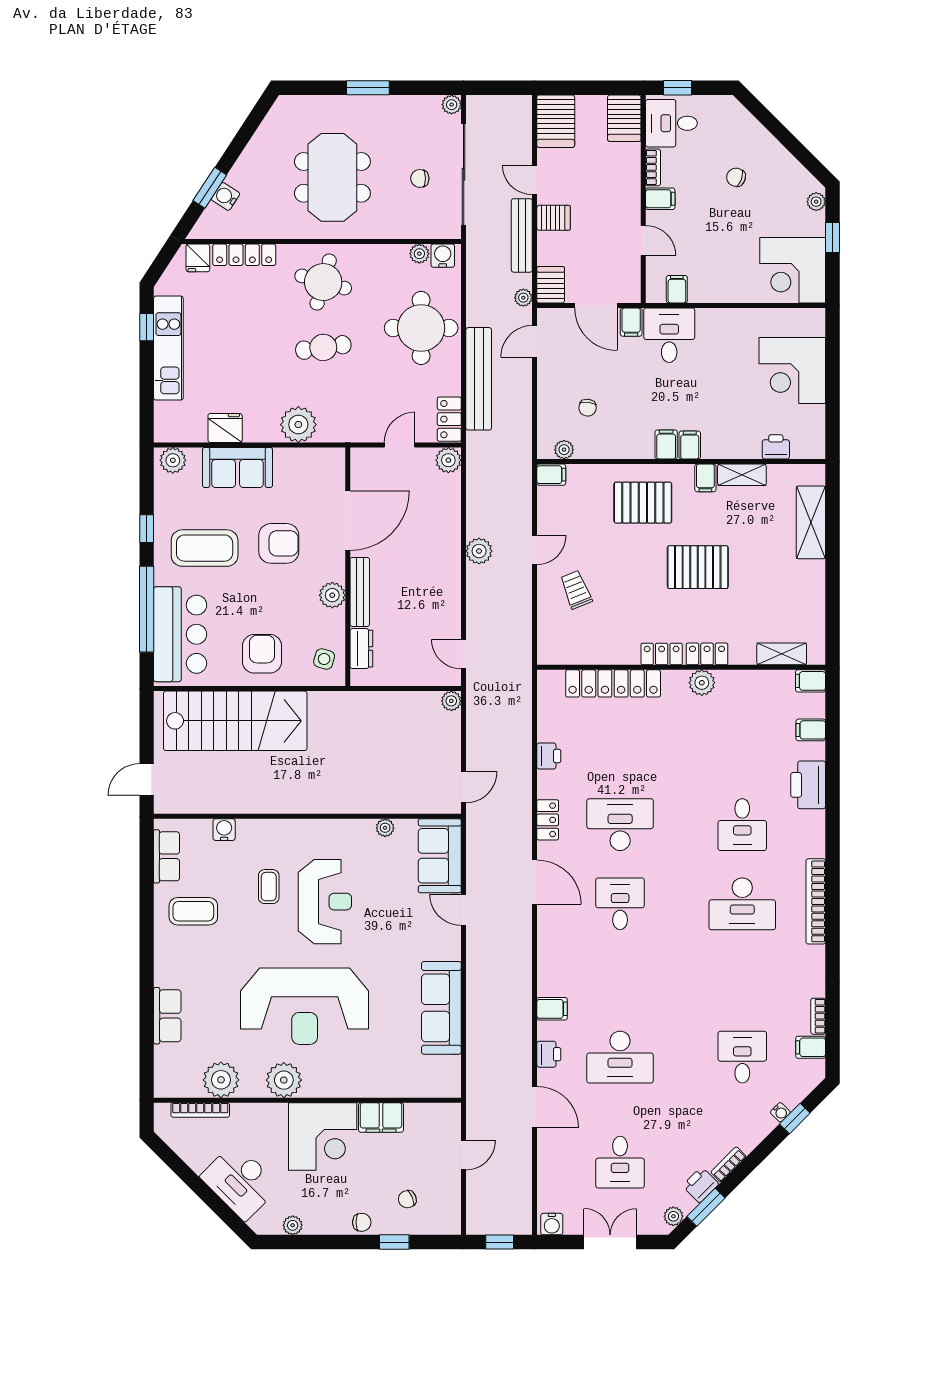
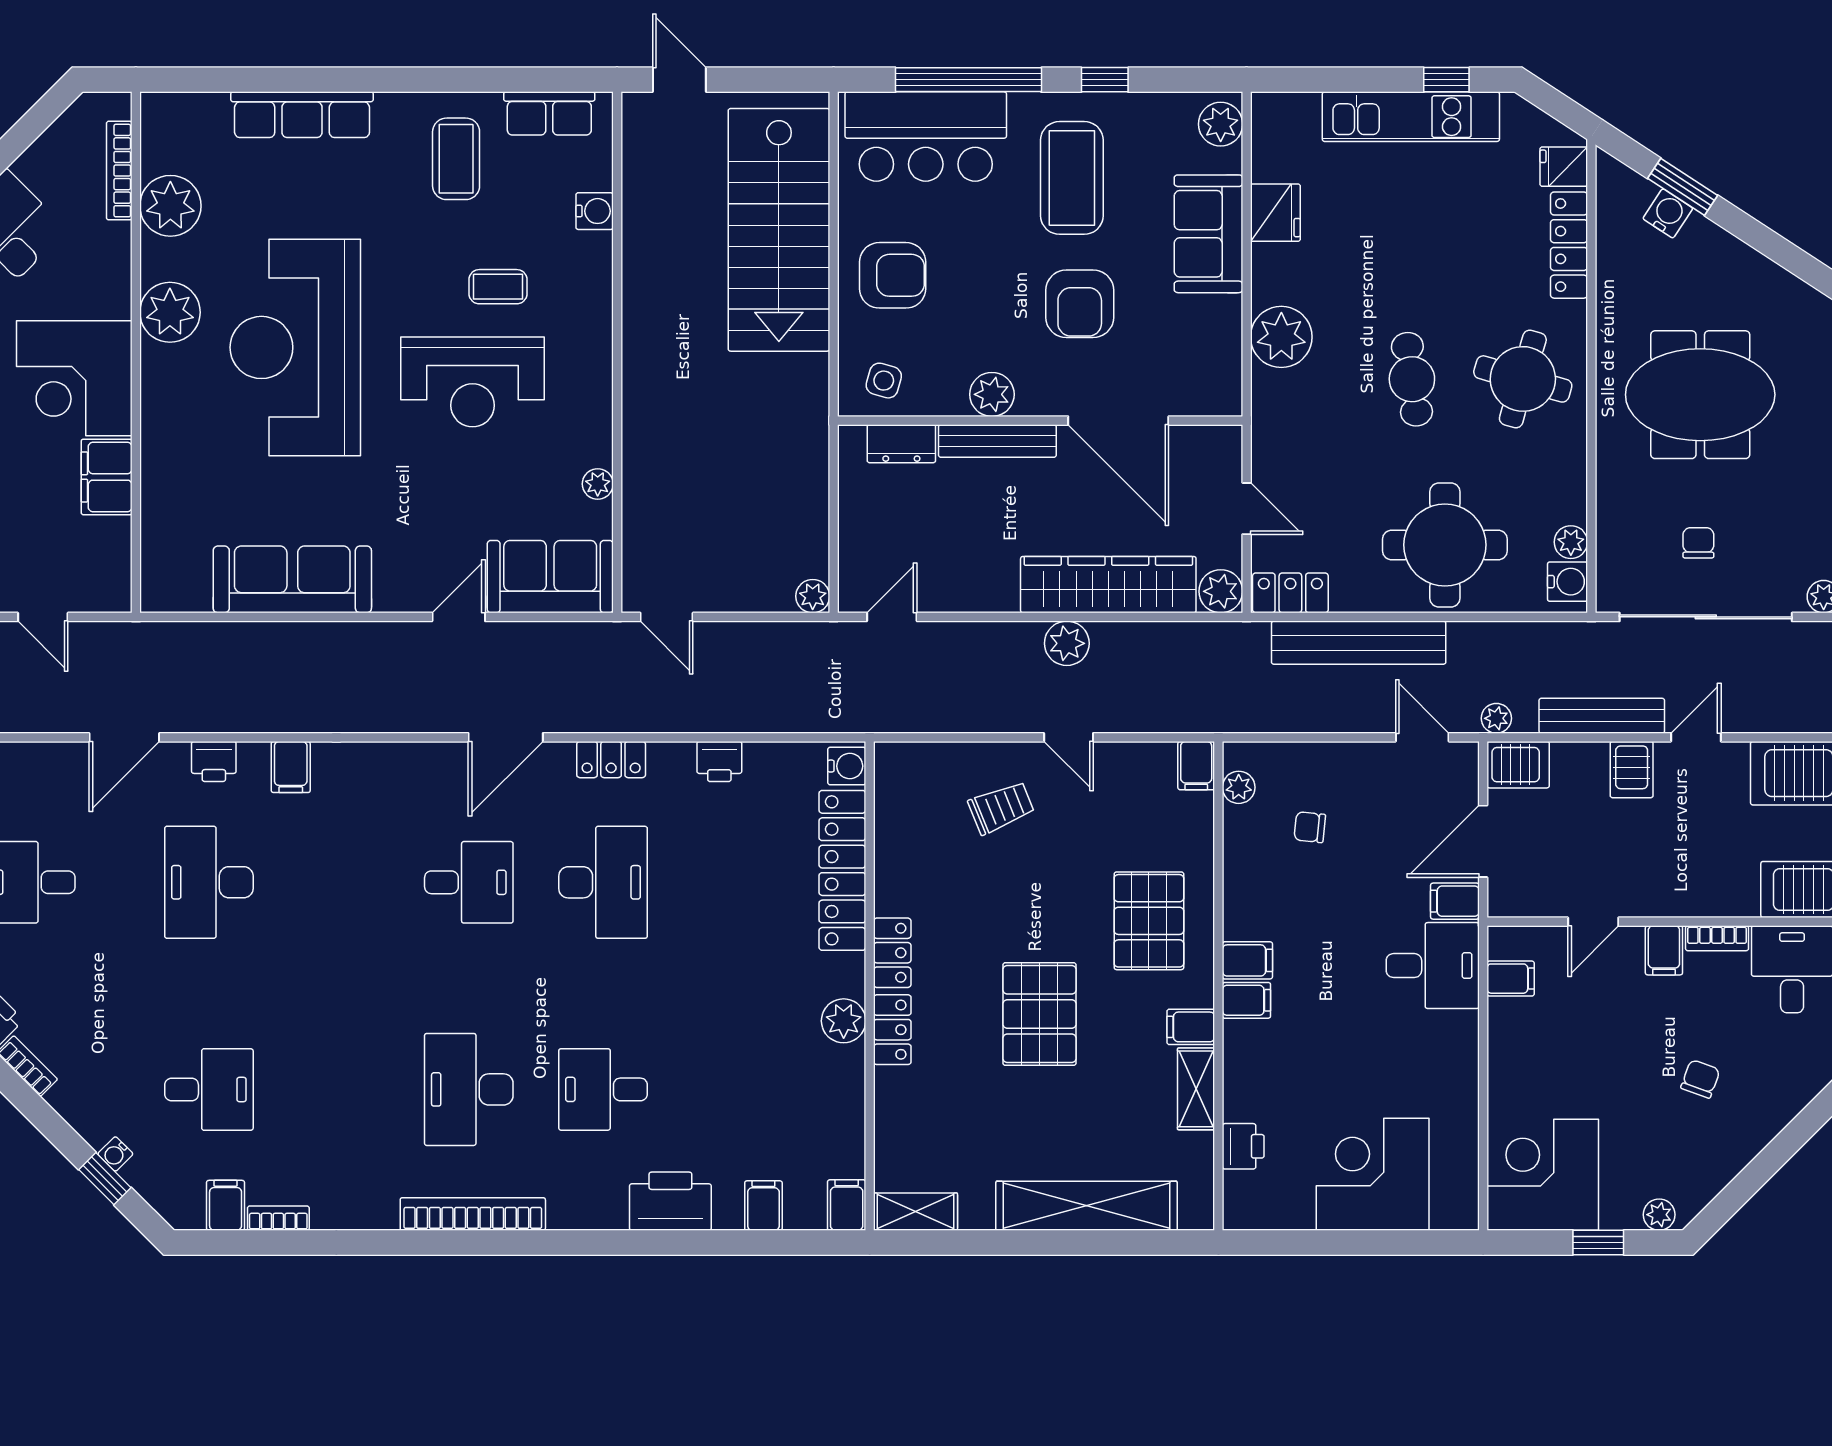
shelving: (811, 522) -> (1087, 1206), width x1.47
wardrobe: (444, 527) -> (1108, 585), added
shelving: (782, 654) -> (915, 1212), moved, turned 90
water cooler: (551, 681) -> (847, 766), added
row of seats: (167, 1016) -> (302, 115), width x1.48

